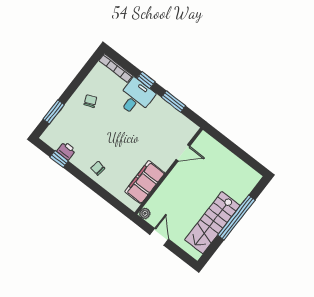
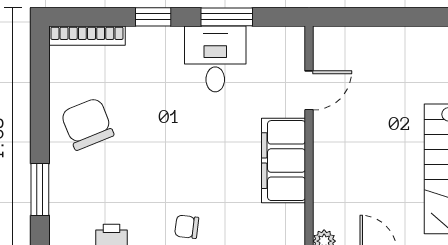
desk: (136, 97) -> (215, 59), moved
chair: (90, 101) -> (87, 124), width x1.87, depth x1.87
filing cabinet: (145, 182) -> (284, 161), moved

